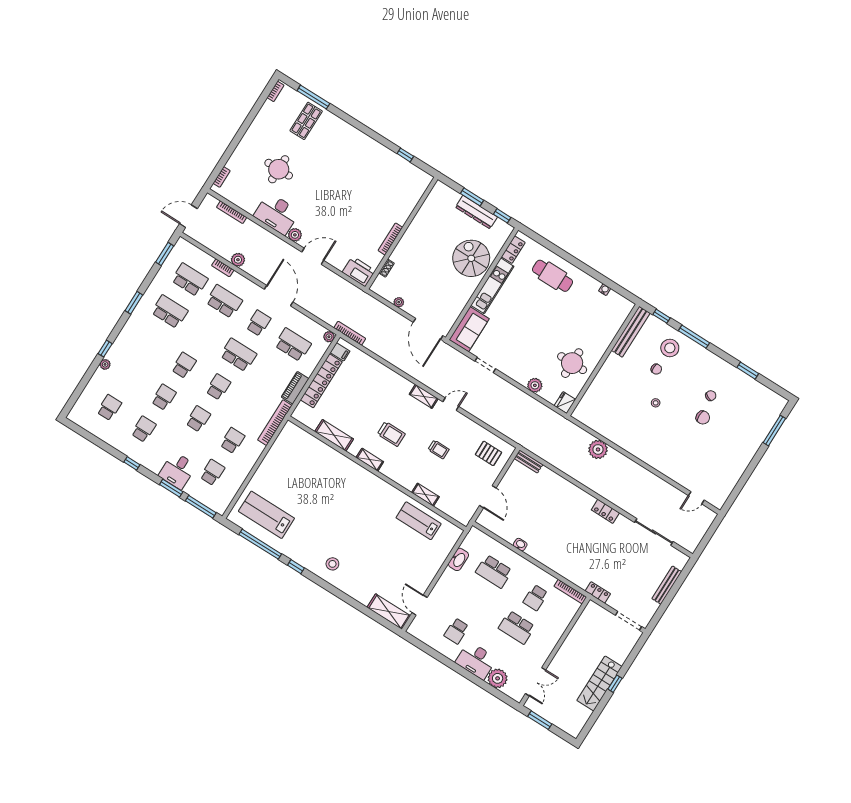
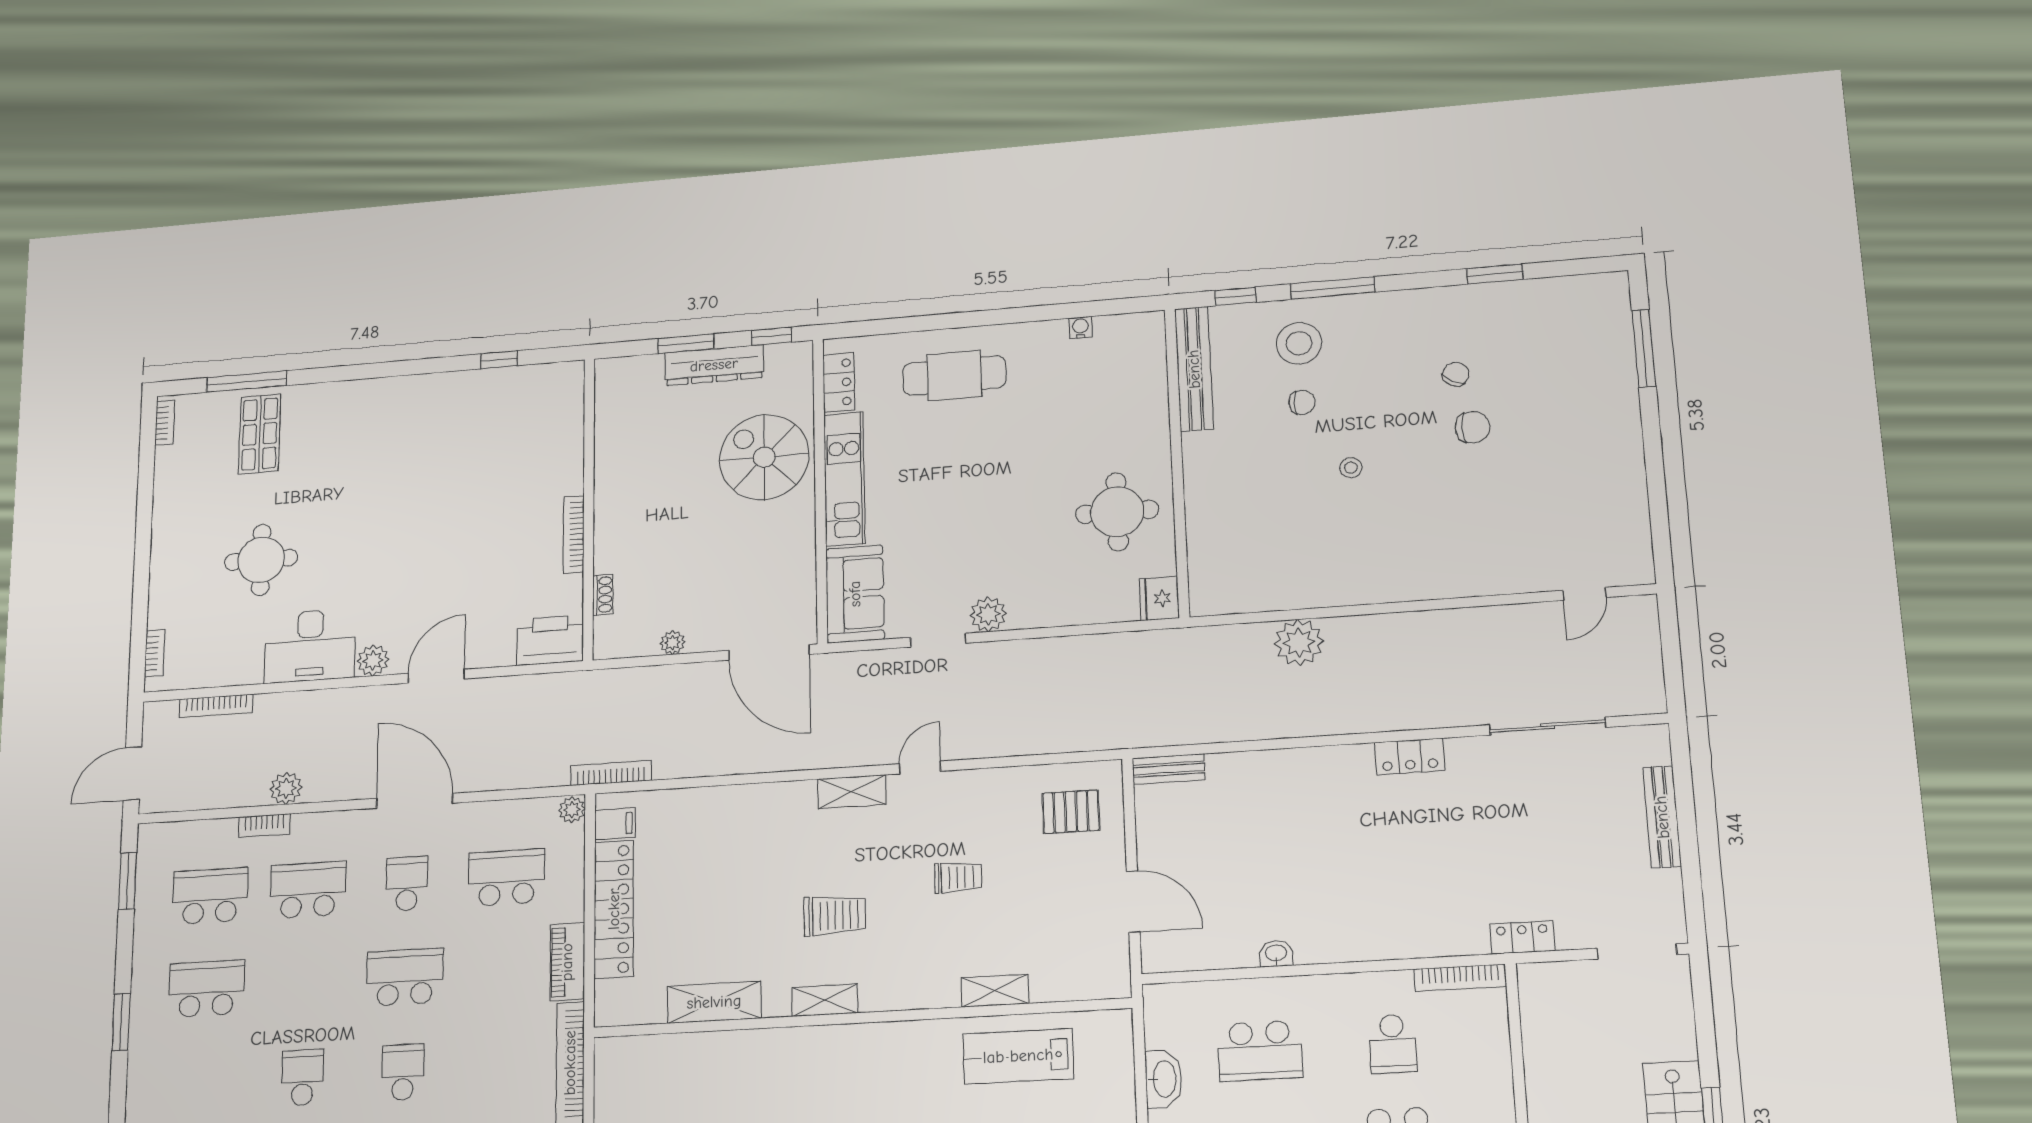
plant: (535, 385) -> (988, 614), moved

